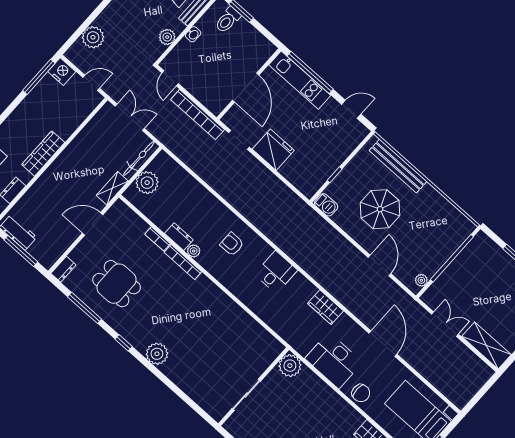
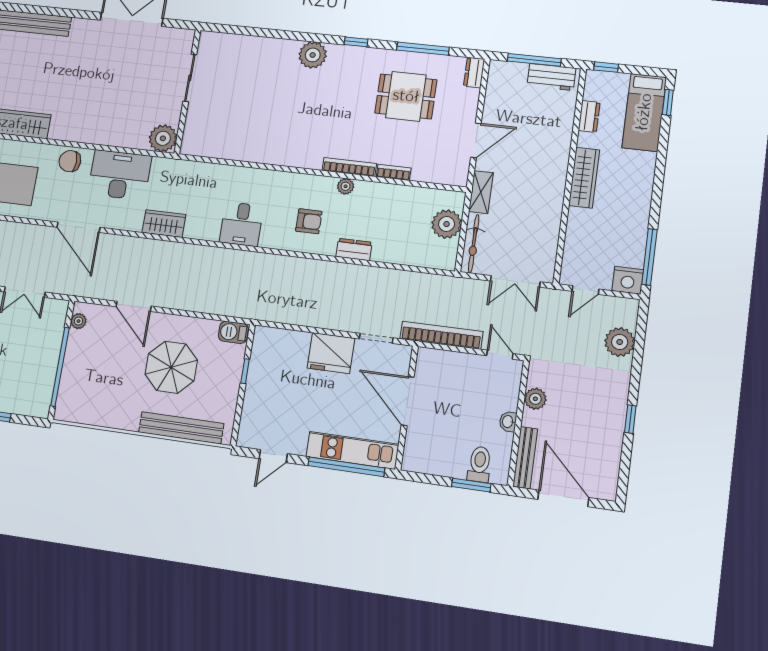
dresser: (179, 237) -> (354, 249), moved, turned 180

